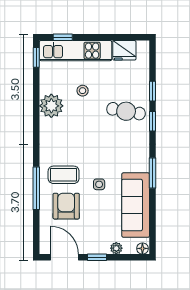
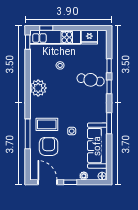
plant: (51, 106) -> (38, 88), moved

